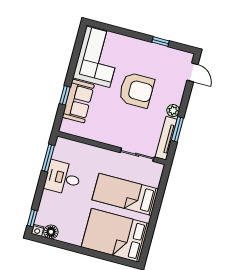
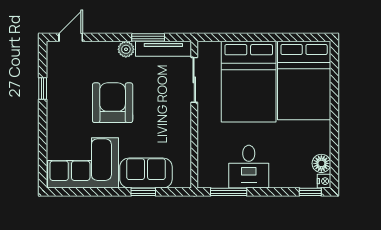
bed: (125, 194) -> (249, 82), width x1.50

